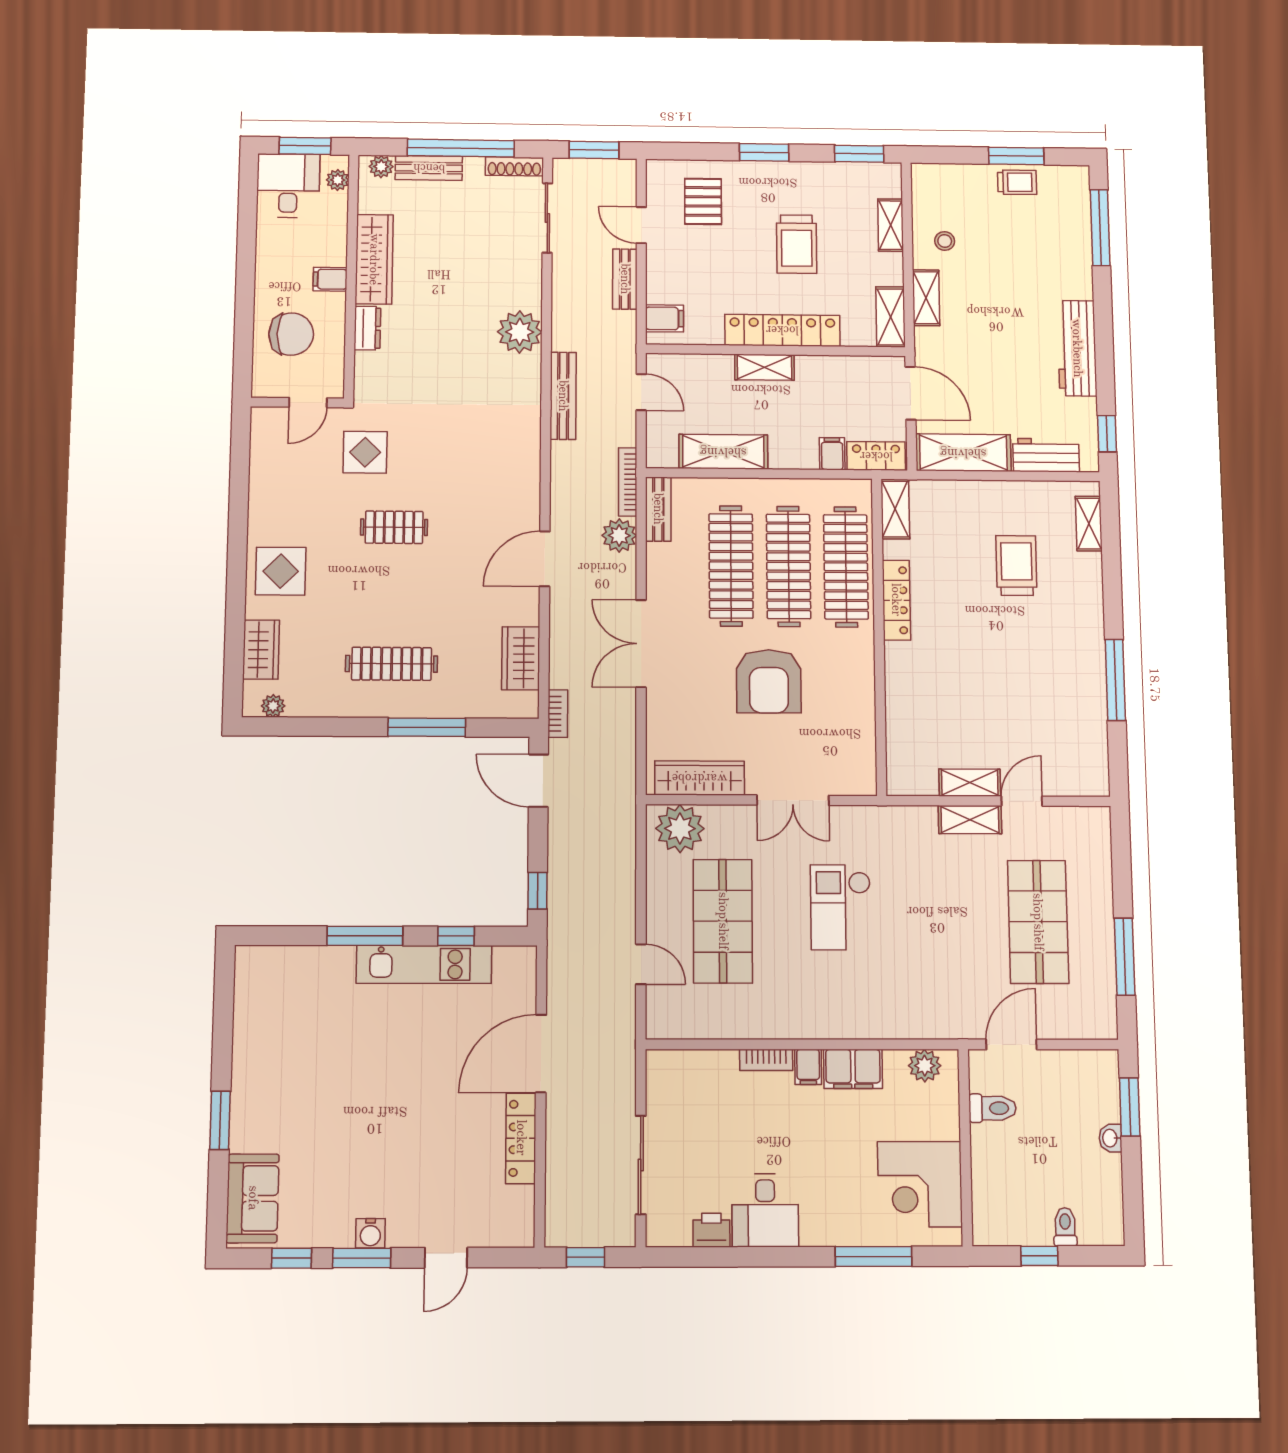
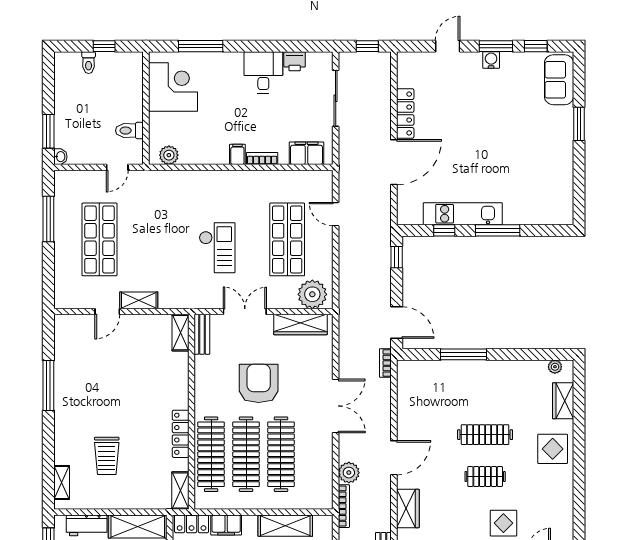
filing cabinet: (832, 454) -> (226, 525), width x2.00
bench: (658, 509) -> (202, 334), moved
wardrobe: (521, 658) -> (408, 508), moved
clothes rail: (392, 664) -> (485, 435), moved
shelving: (970, 783) -> (180, 333), moved, turned 90
door: (1011, 1044) -> (117, 167), width x0.73
filing cabinet: (853, 1069) -> (306, 153), moved
washbasin: (1110, 1138) -> (60, 157), moved

